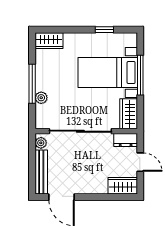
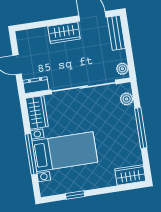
plant: (41, 98) -> (127, 99), moved
bench: (41, 172) -> (116, 33), width x0.73
wardrobe: (123, 186) -> (64, 33), moved

